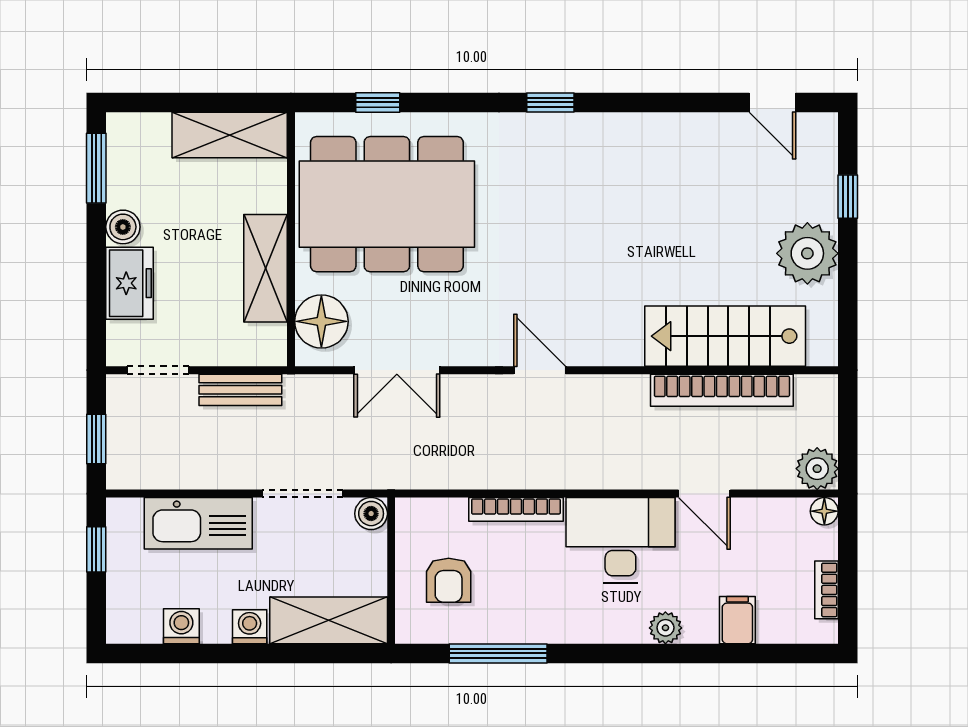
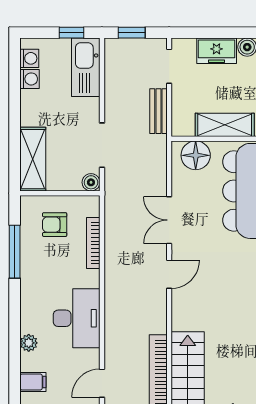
double door: (397, 370) -> (169, 220), moved
door: (704, 494) -> (102, 383), moved
bookcase: (516, 509) -> (93, 243), moved
kitchen sink: (198, 523) -> (86, 67), moved
washing machine: (250, 627) -> (29, 58), moved

